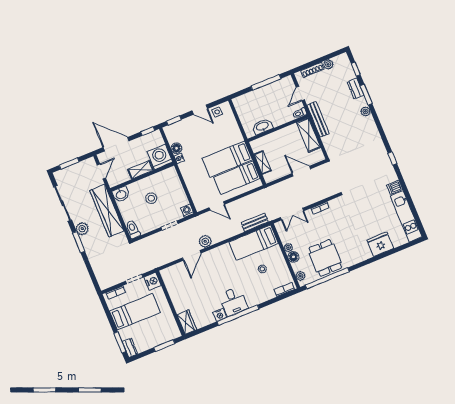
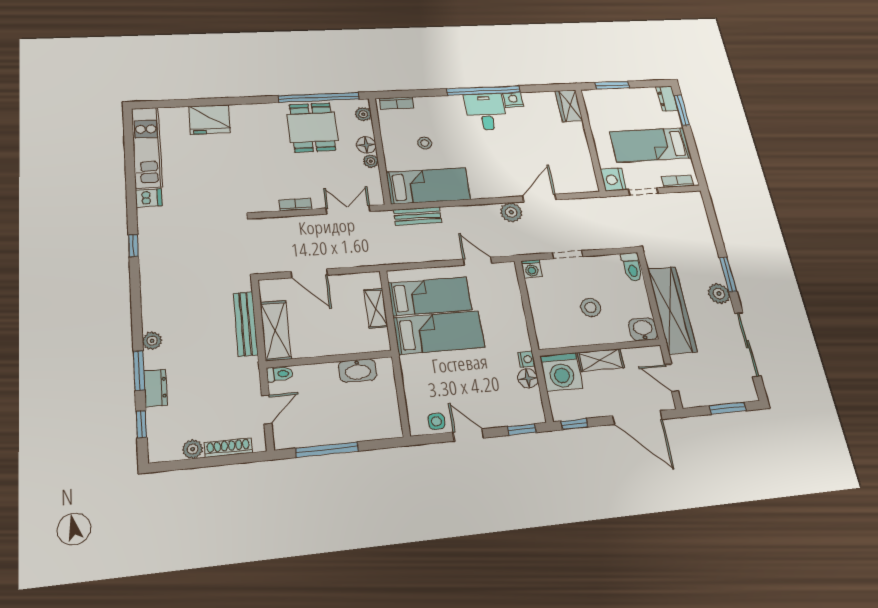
bench: (318, 119) -> (246, 324), moved
door: (101, 171) -> (672, 378), hinge flipped

